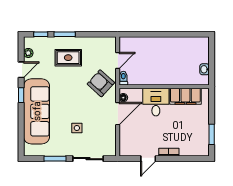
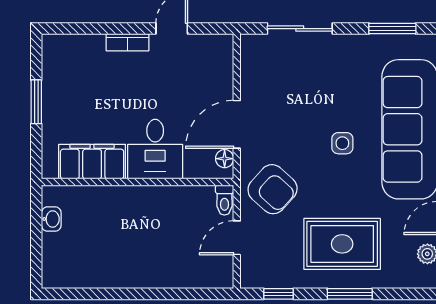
window: (41, 34) -> (278, 294), moved
rug: (68, 58) -> (342, 244), width x1.36, depth x1.43
side table: (77, 128) -> (342, 143), moved
window: (212, 134) -> (36, 102), moved
window: (55, 159) -> (392, 29), moved

